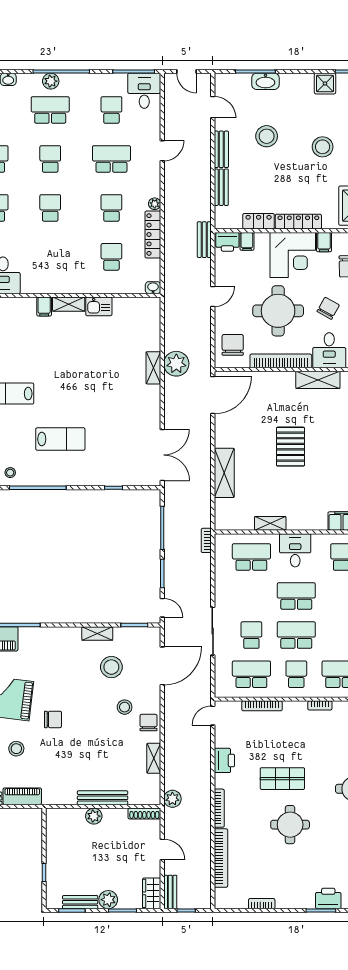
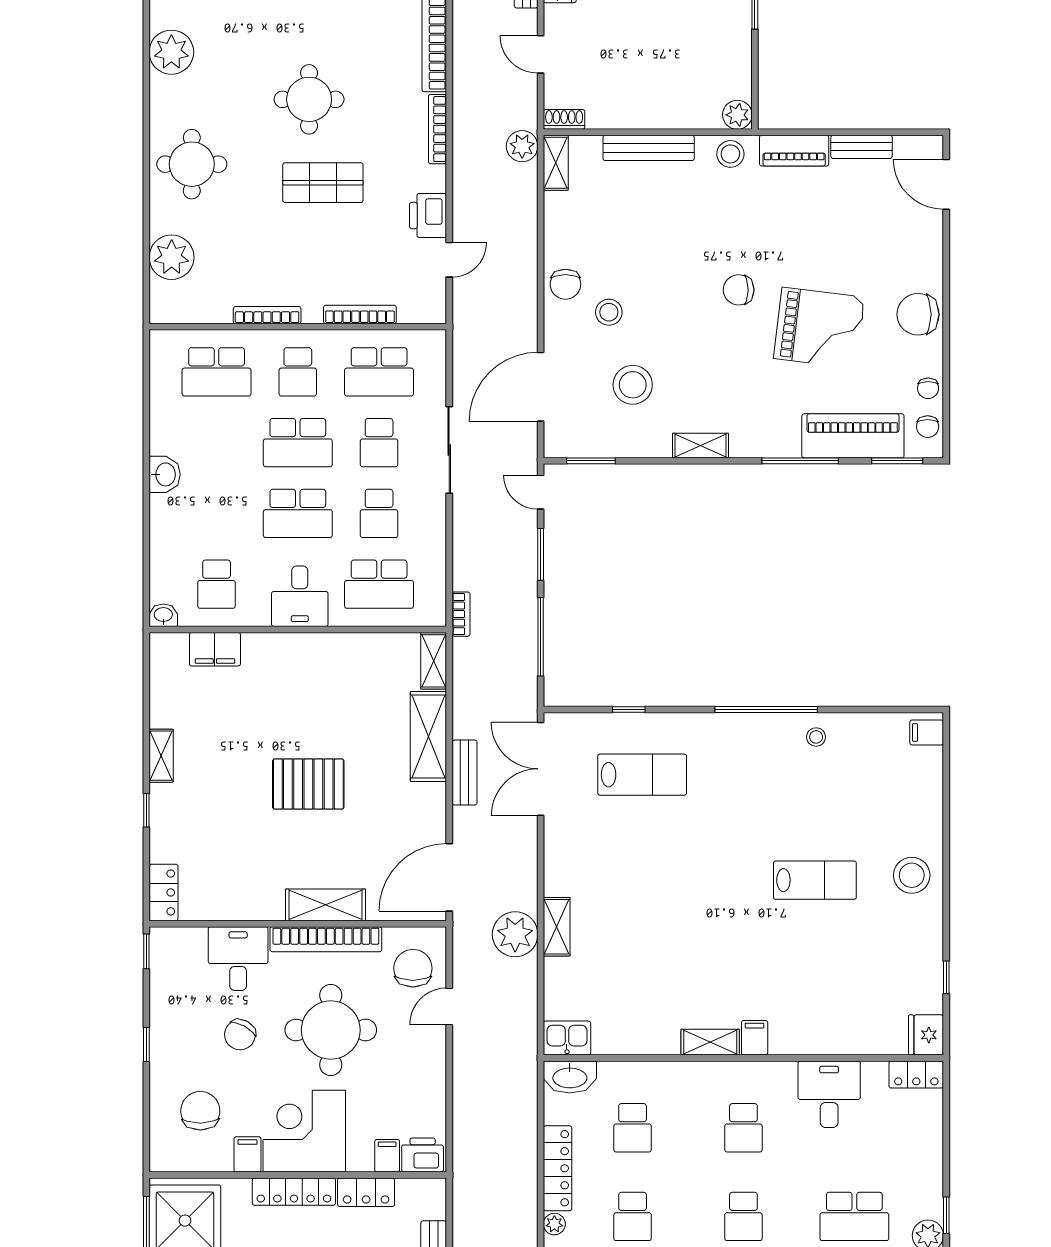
bench: (204, 240) -> (464, 773), moved
school desk: (50, 257) -> (743, 1128), added
washbasin: (153, 288) -> (570, 1077), width x1.91, depth x1.45
door: (213, 297) -> (449, 1006), moved
kitchen sink: (99, 306) -> (567, 1038), moved
chair: (233, 345) -> (413, 968), turned 180
shelving: (318, 380) -> (325, 905), moved
lab bench: (60, 439) -> (642, 775), moved, turned 180
pallet: (290, 447) -> (308, 784), turned 90
shelving: (270, 523) -> (434, 661), moved, turned 90
school desk: (251, 596) -> (379, 513), added
shelving: (97, 633) -> (700, 446), moved
bookcase: (320, 705) -> (267, 315), width x1.56
door: (213, 716) -> (449, 260), moved
stool: (16, 749) -> (730, 154), moved
shelving: (154, 758) -> (556, 163), moved
shoe rack: (144, 813) -> (564, 119), width x0.70
plant: (94, 816) -> (737, 115), moved

